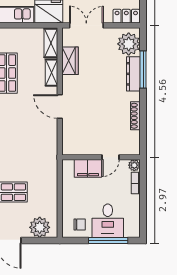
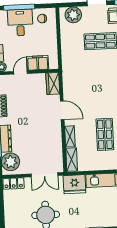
wardrobe: (70, 61) -> (53, 84), moved

